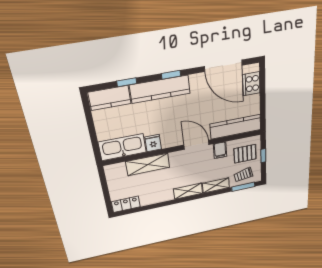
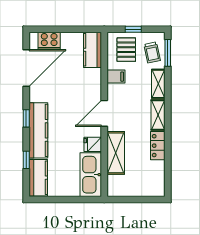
kitchen counter: (236, 127) -> (92, 50), width x0.67
door: (196, 145) -> (104, 113), moved
locker: (126, 204) -> (158, 146), moved

